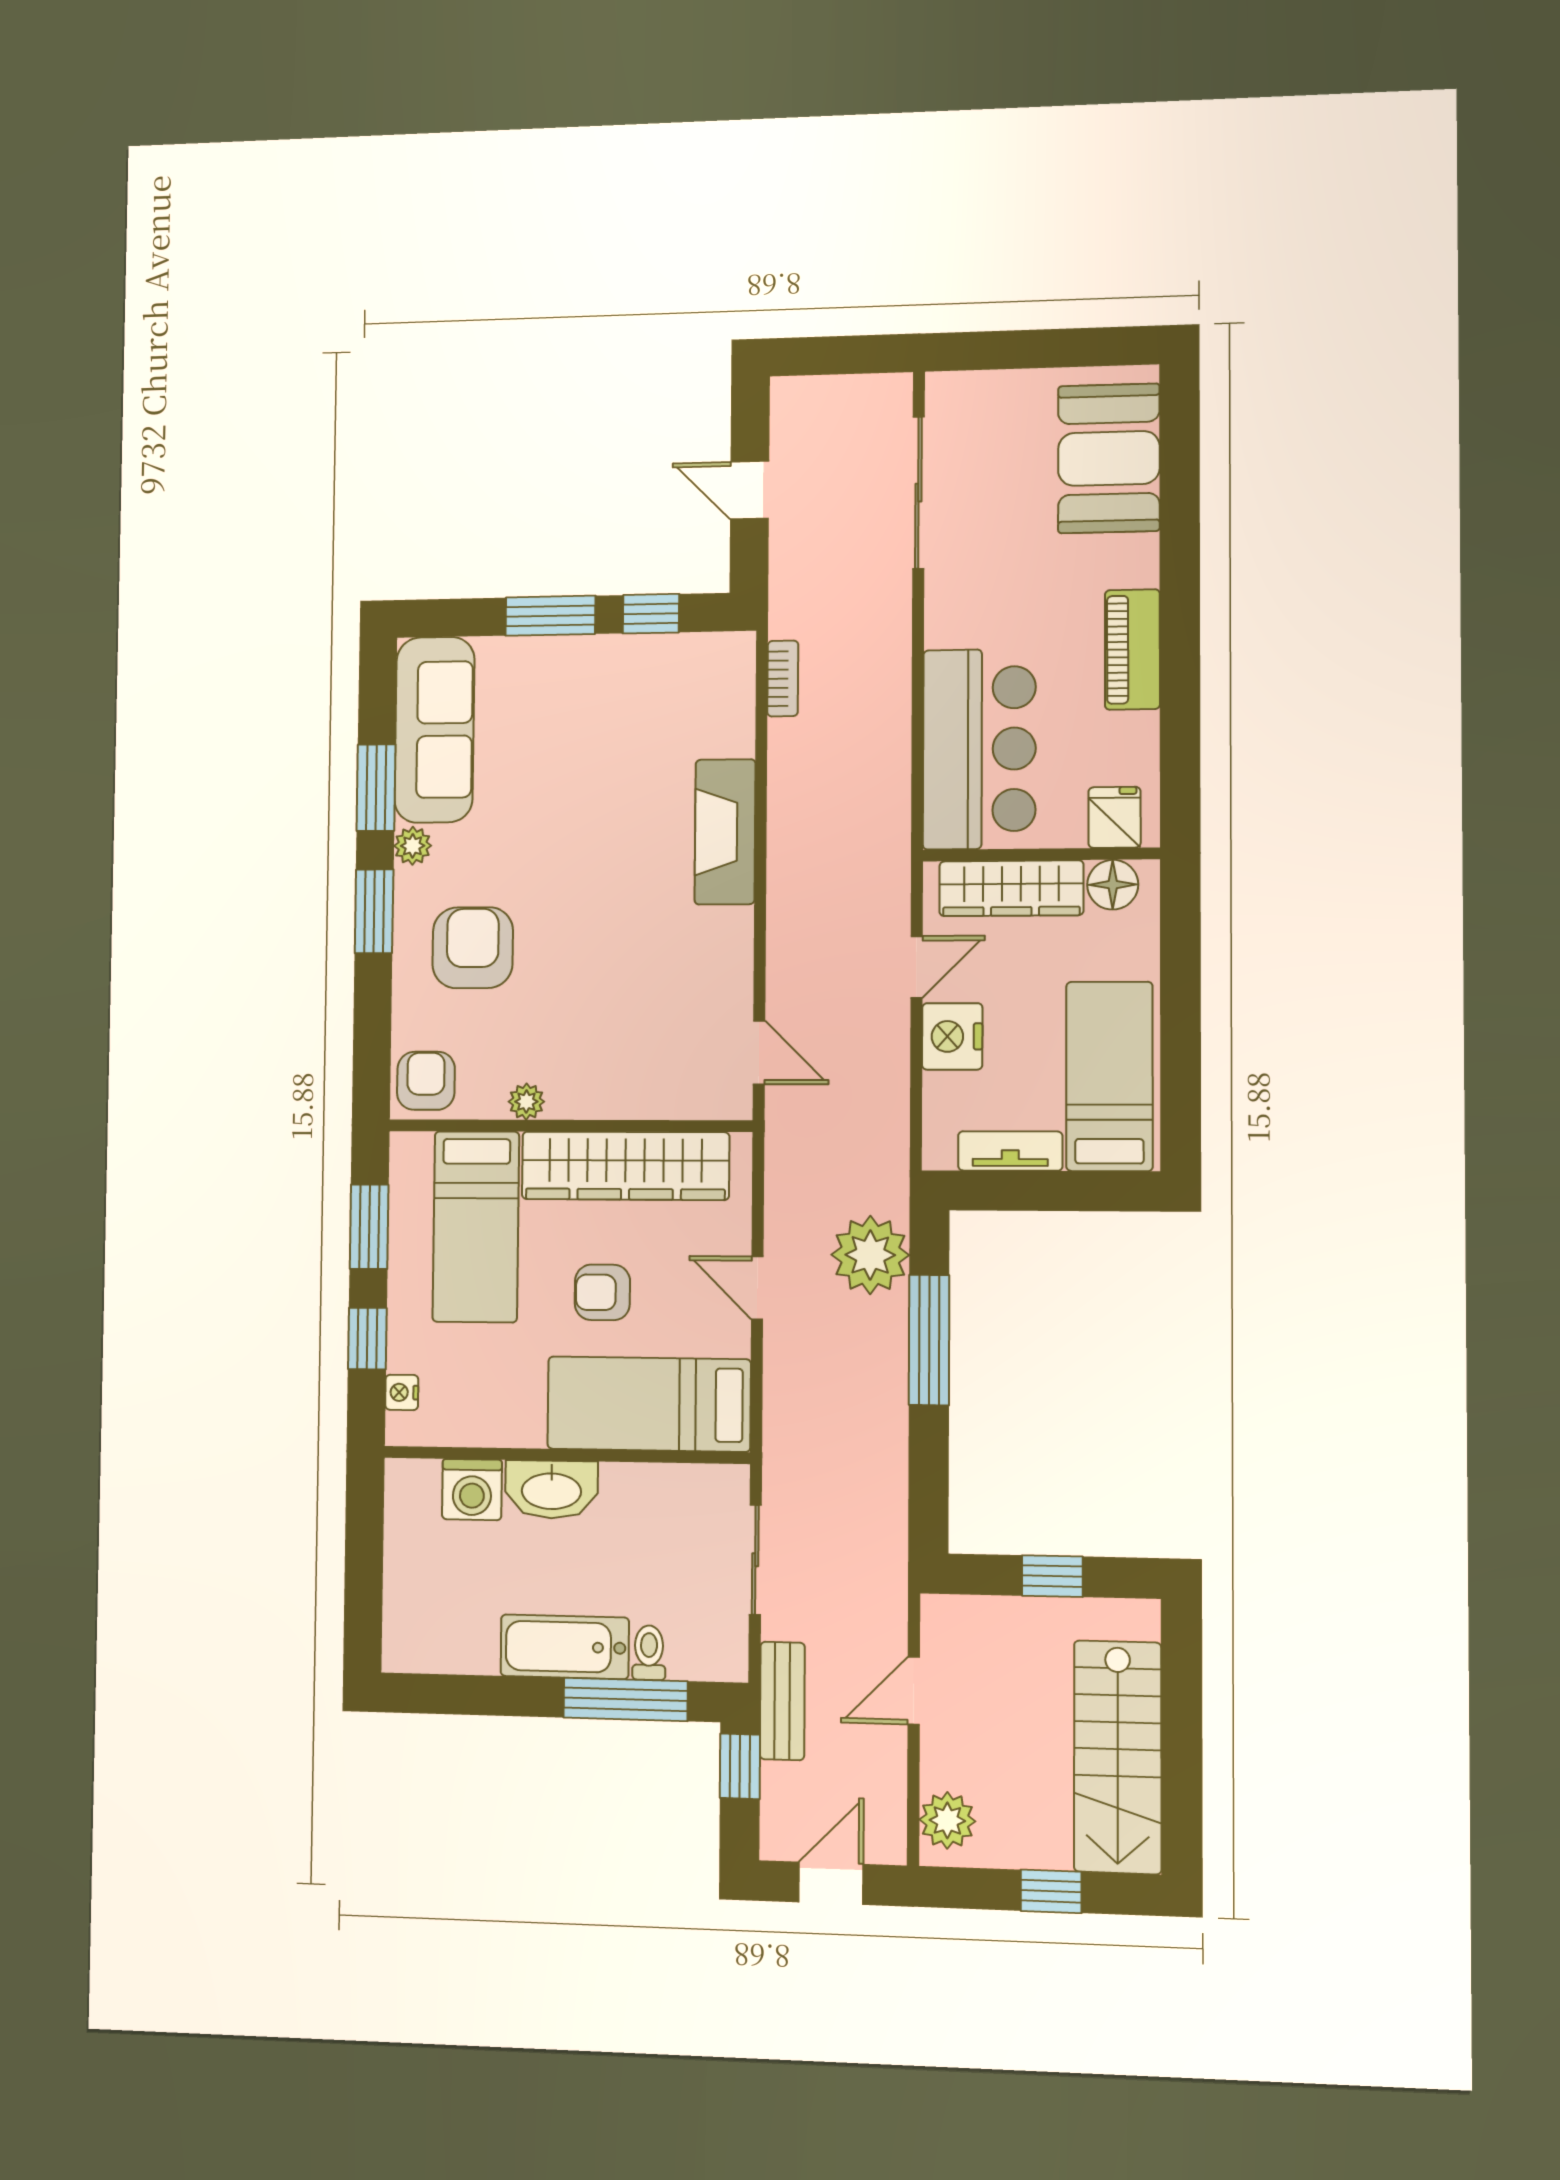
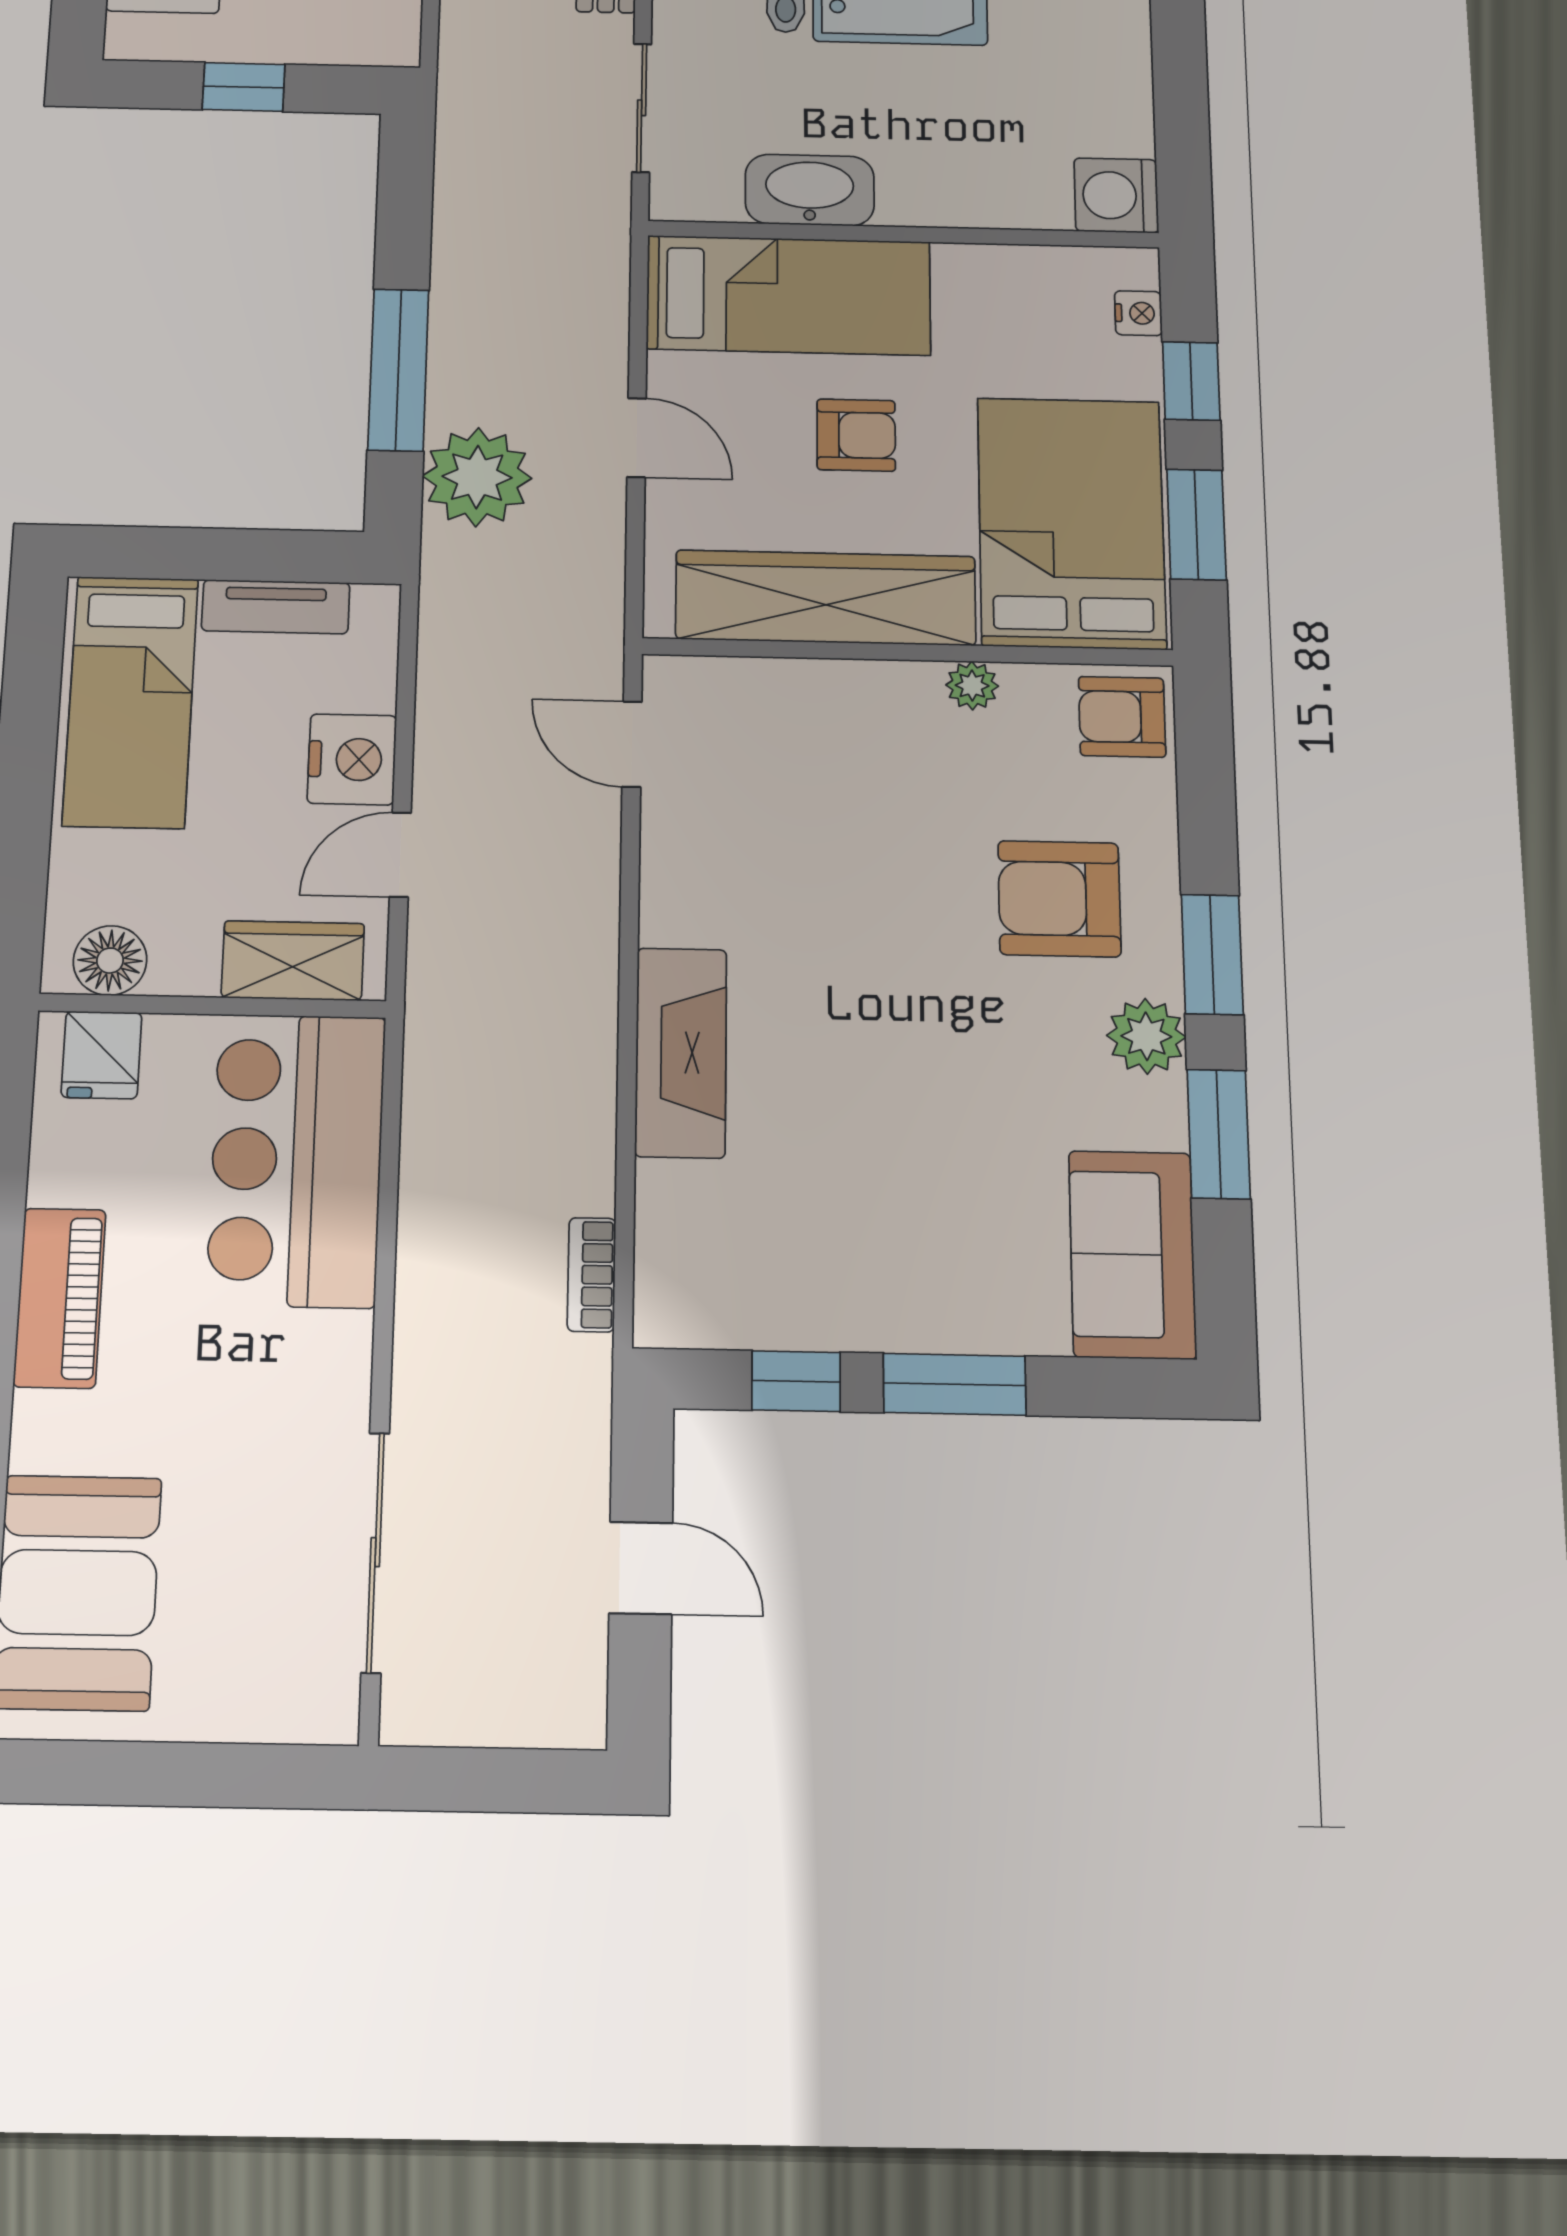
sofa: (434, 730) -> (1132, 1254), width x0.73
plant: (413, 846) -> (1146, 1036), width x1.38, depth x1.38
wardrobe: (1011, 888) -> (293, 961), width x0.67
armchair: (473, 948) -> (1059, 899), turned 90
armchair: (426, 1081) -> (1122, 717), turned 90
bed: (476, 1227) -> (1071, 523), width x1.50
washing machine: (472, 1490) -> (1116, 195), moved, turned -90
washbasin: (551, 1490) -> (810, 190), moved

